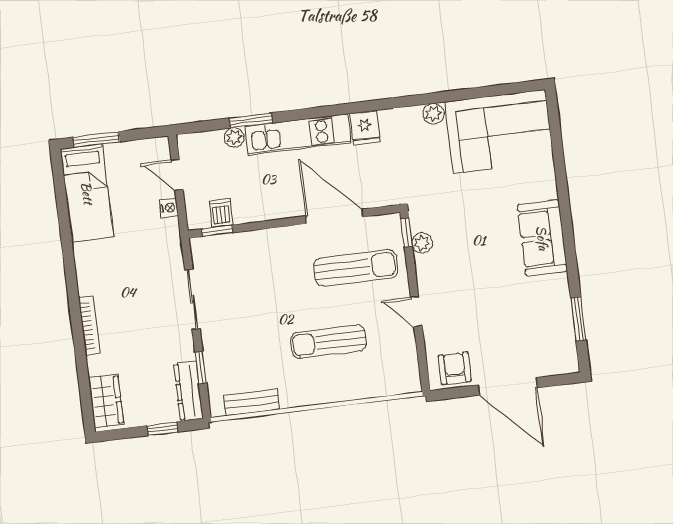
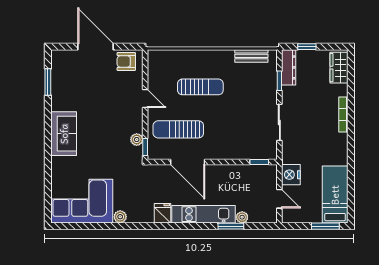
nightstand: (169, 208) -> (291, 175), width x1.89, depth x1.79
dishwasher: (221, 213) -> (256, 172), removed
armchair: (455, 368) -> (126, 61), turned 90

